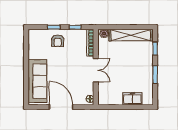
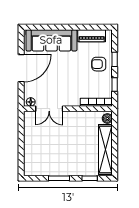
piano: (33, 47) -> (92, 36), added
double door: (96, 70) -> (49, 109), moved
freezer: (132, 99) -> (31, 152), removed

